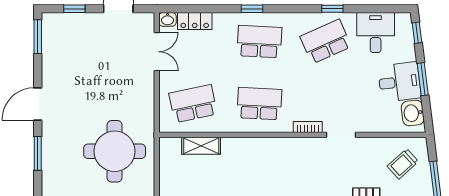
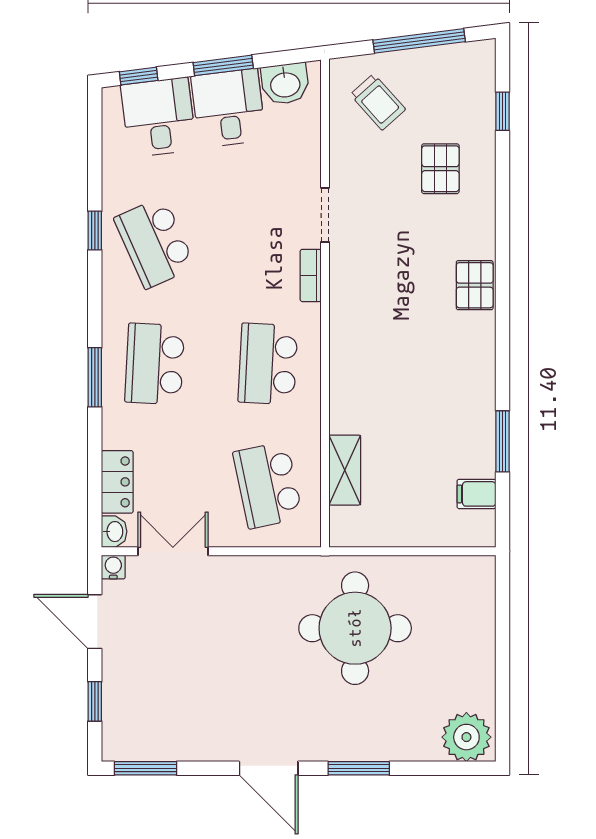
window: (252, 9) -> (95, 377), width x1.50
water cooler: (148, 19) -> (113, 567), added
desk: (376, 33) -> (158, 117), moved, turned 83

